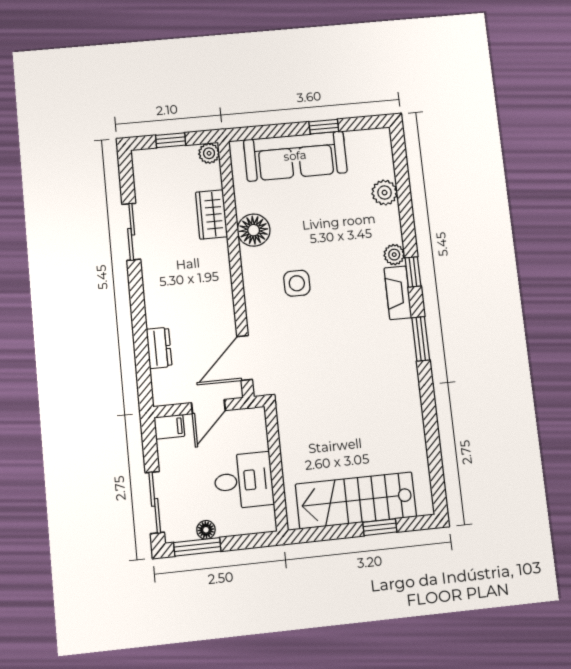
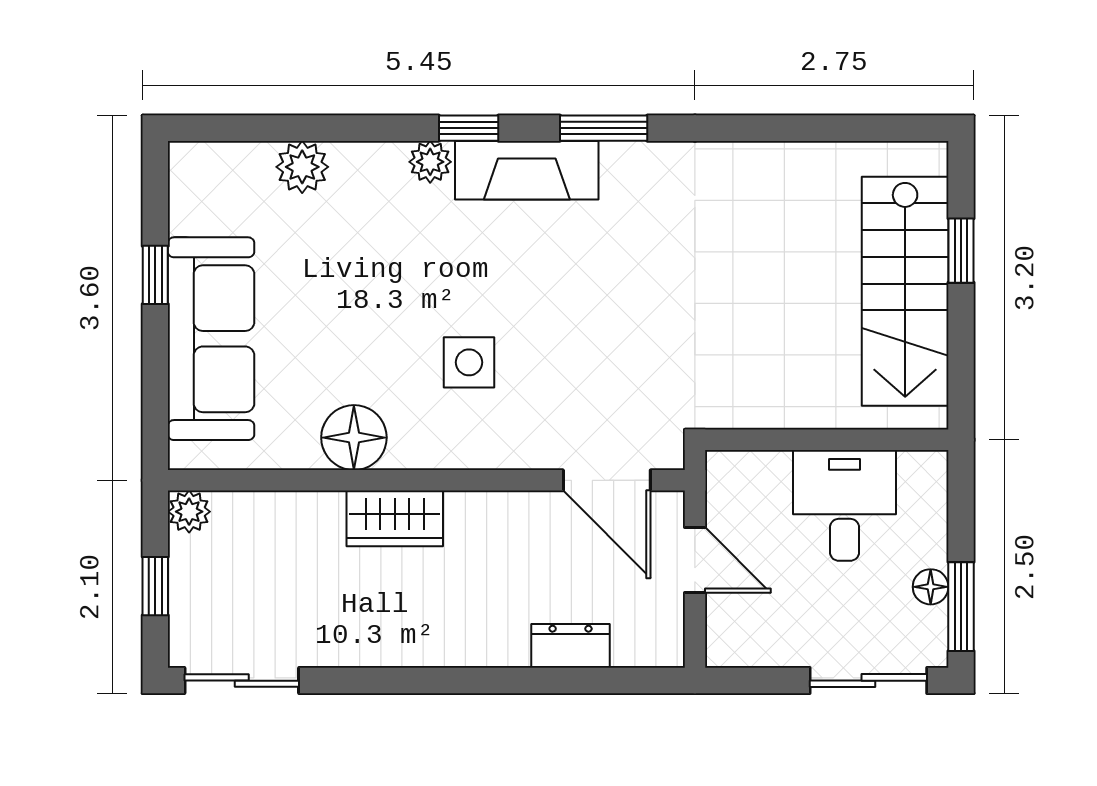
wardrobe: (211, 214) -> (395, 518), moved
sliding door: (131, 232) -> (242, 681), moved
fireplace: (398, 293) -> (527, 170), width x1.37, depth x1.32
filing cabinet: (169, 427) -> (726, 640), removed

